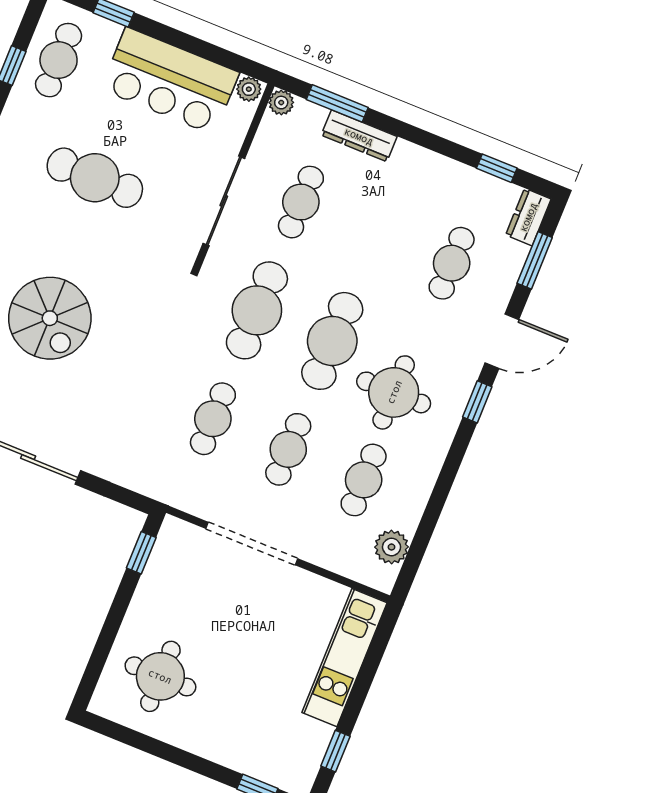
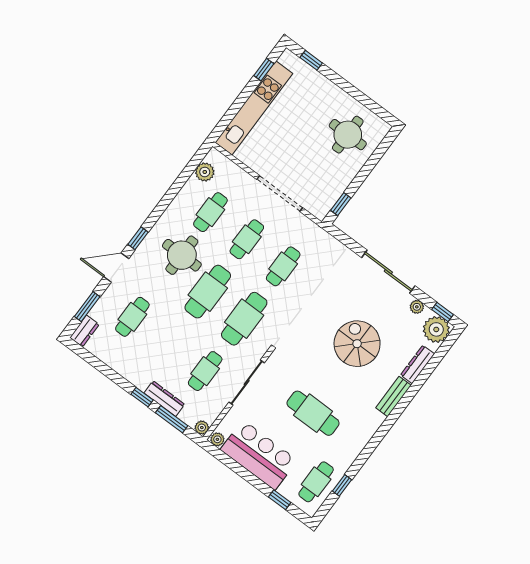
window: (497, 168) -> (142, 397), moved
kitchen unit: (345, 658) -> (254, 108), width x1.36

